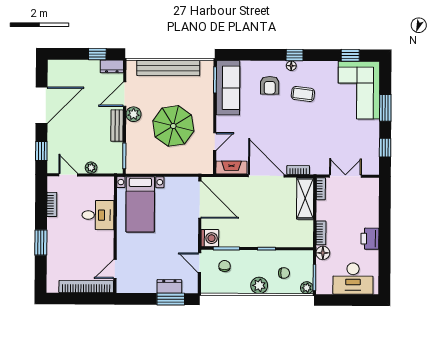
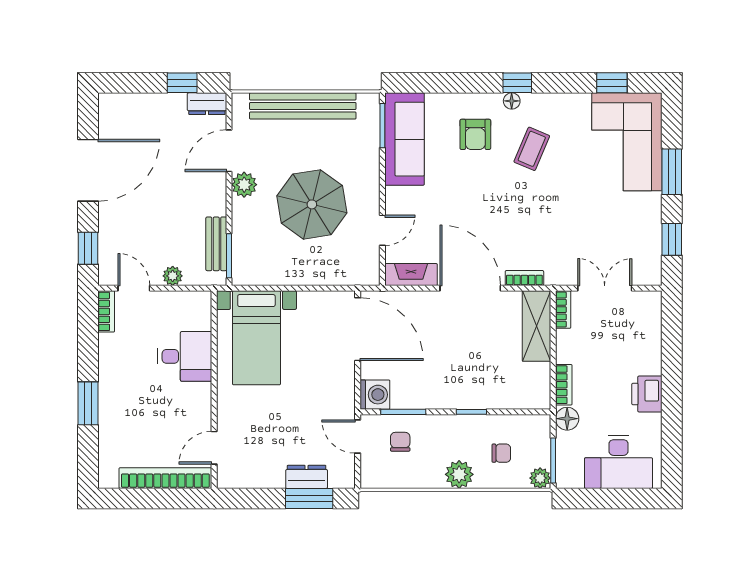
coffee table: (303, 94) -> (532, 149), turned -74
bench: (117, 126) -> (216, 244), moved
bookcase: (52, 204) -> (106, 311), moved

